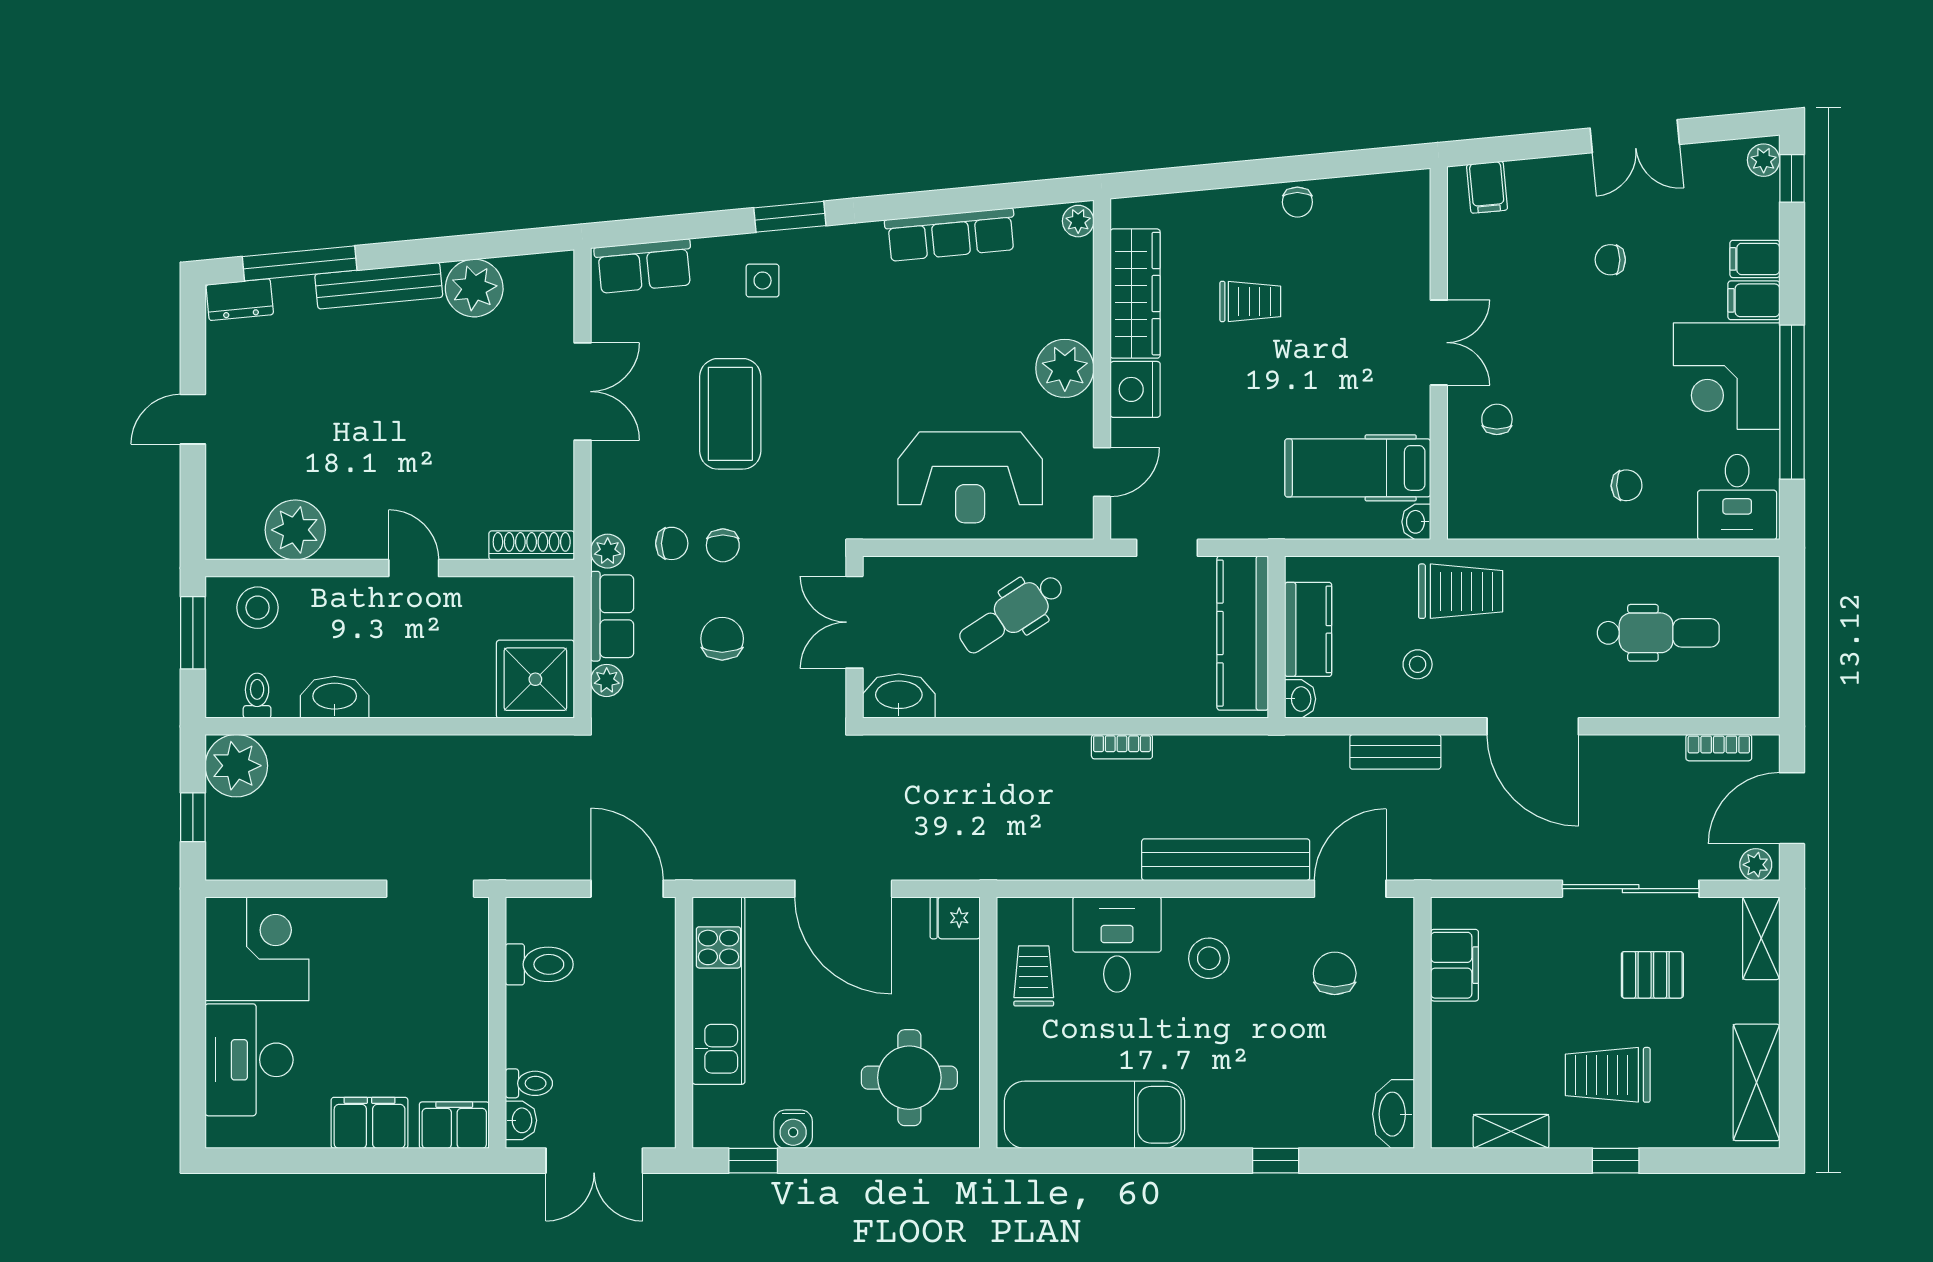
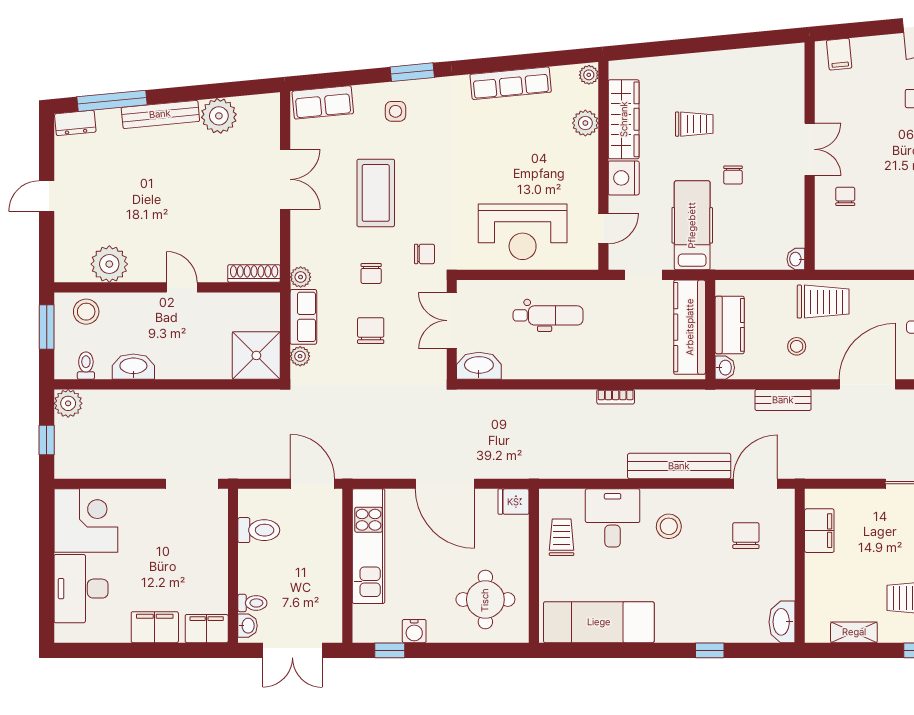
chair: (1297, 202) -> (733, 175), moved
plant: (1065, 368) -> (585, 123), moved, width x0.73, depth x0.73
hospital bed: (1358, 468) -> (692, 225), moved, turned 90
chair: (672, 543) -> (424, 254), moved
dental chair: (1012, 614) -> (548, 315), turned -147
door: (1533, 726) -> (867, 384), swing flipped
plant: (236, 766) -> (68, 403), width x0.73, depth x0.73

